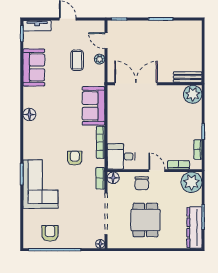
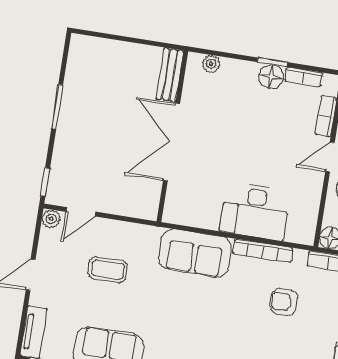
plant: (100, 59) -> (51, 219), moved
double door: (136, 84) -> (172, 142), moved
plant: (193, 94) -> (211, 64), width x0.53, depth x0.53
floor lamp: (195, 132) -> (271, 77), added
desk: (121, 156) -> (255, 211), moved, width x1.37

